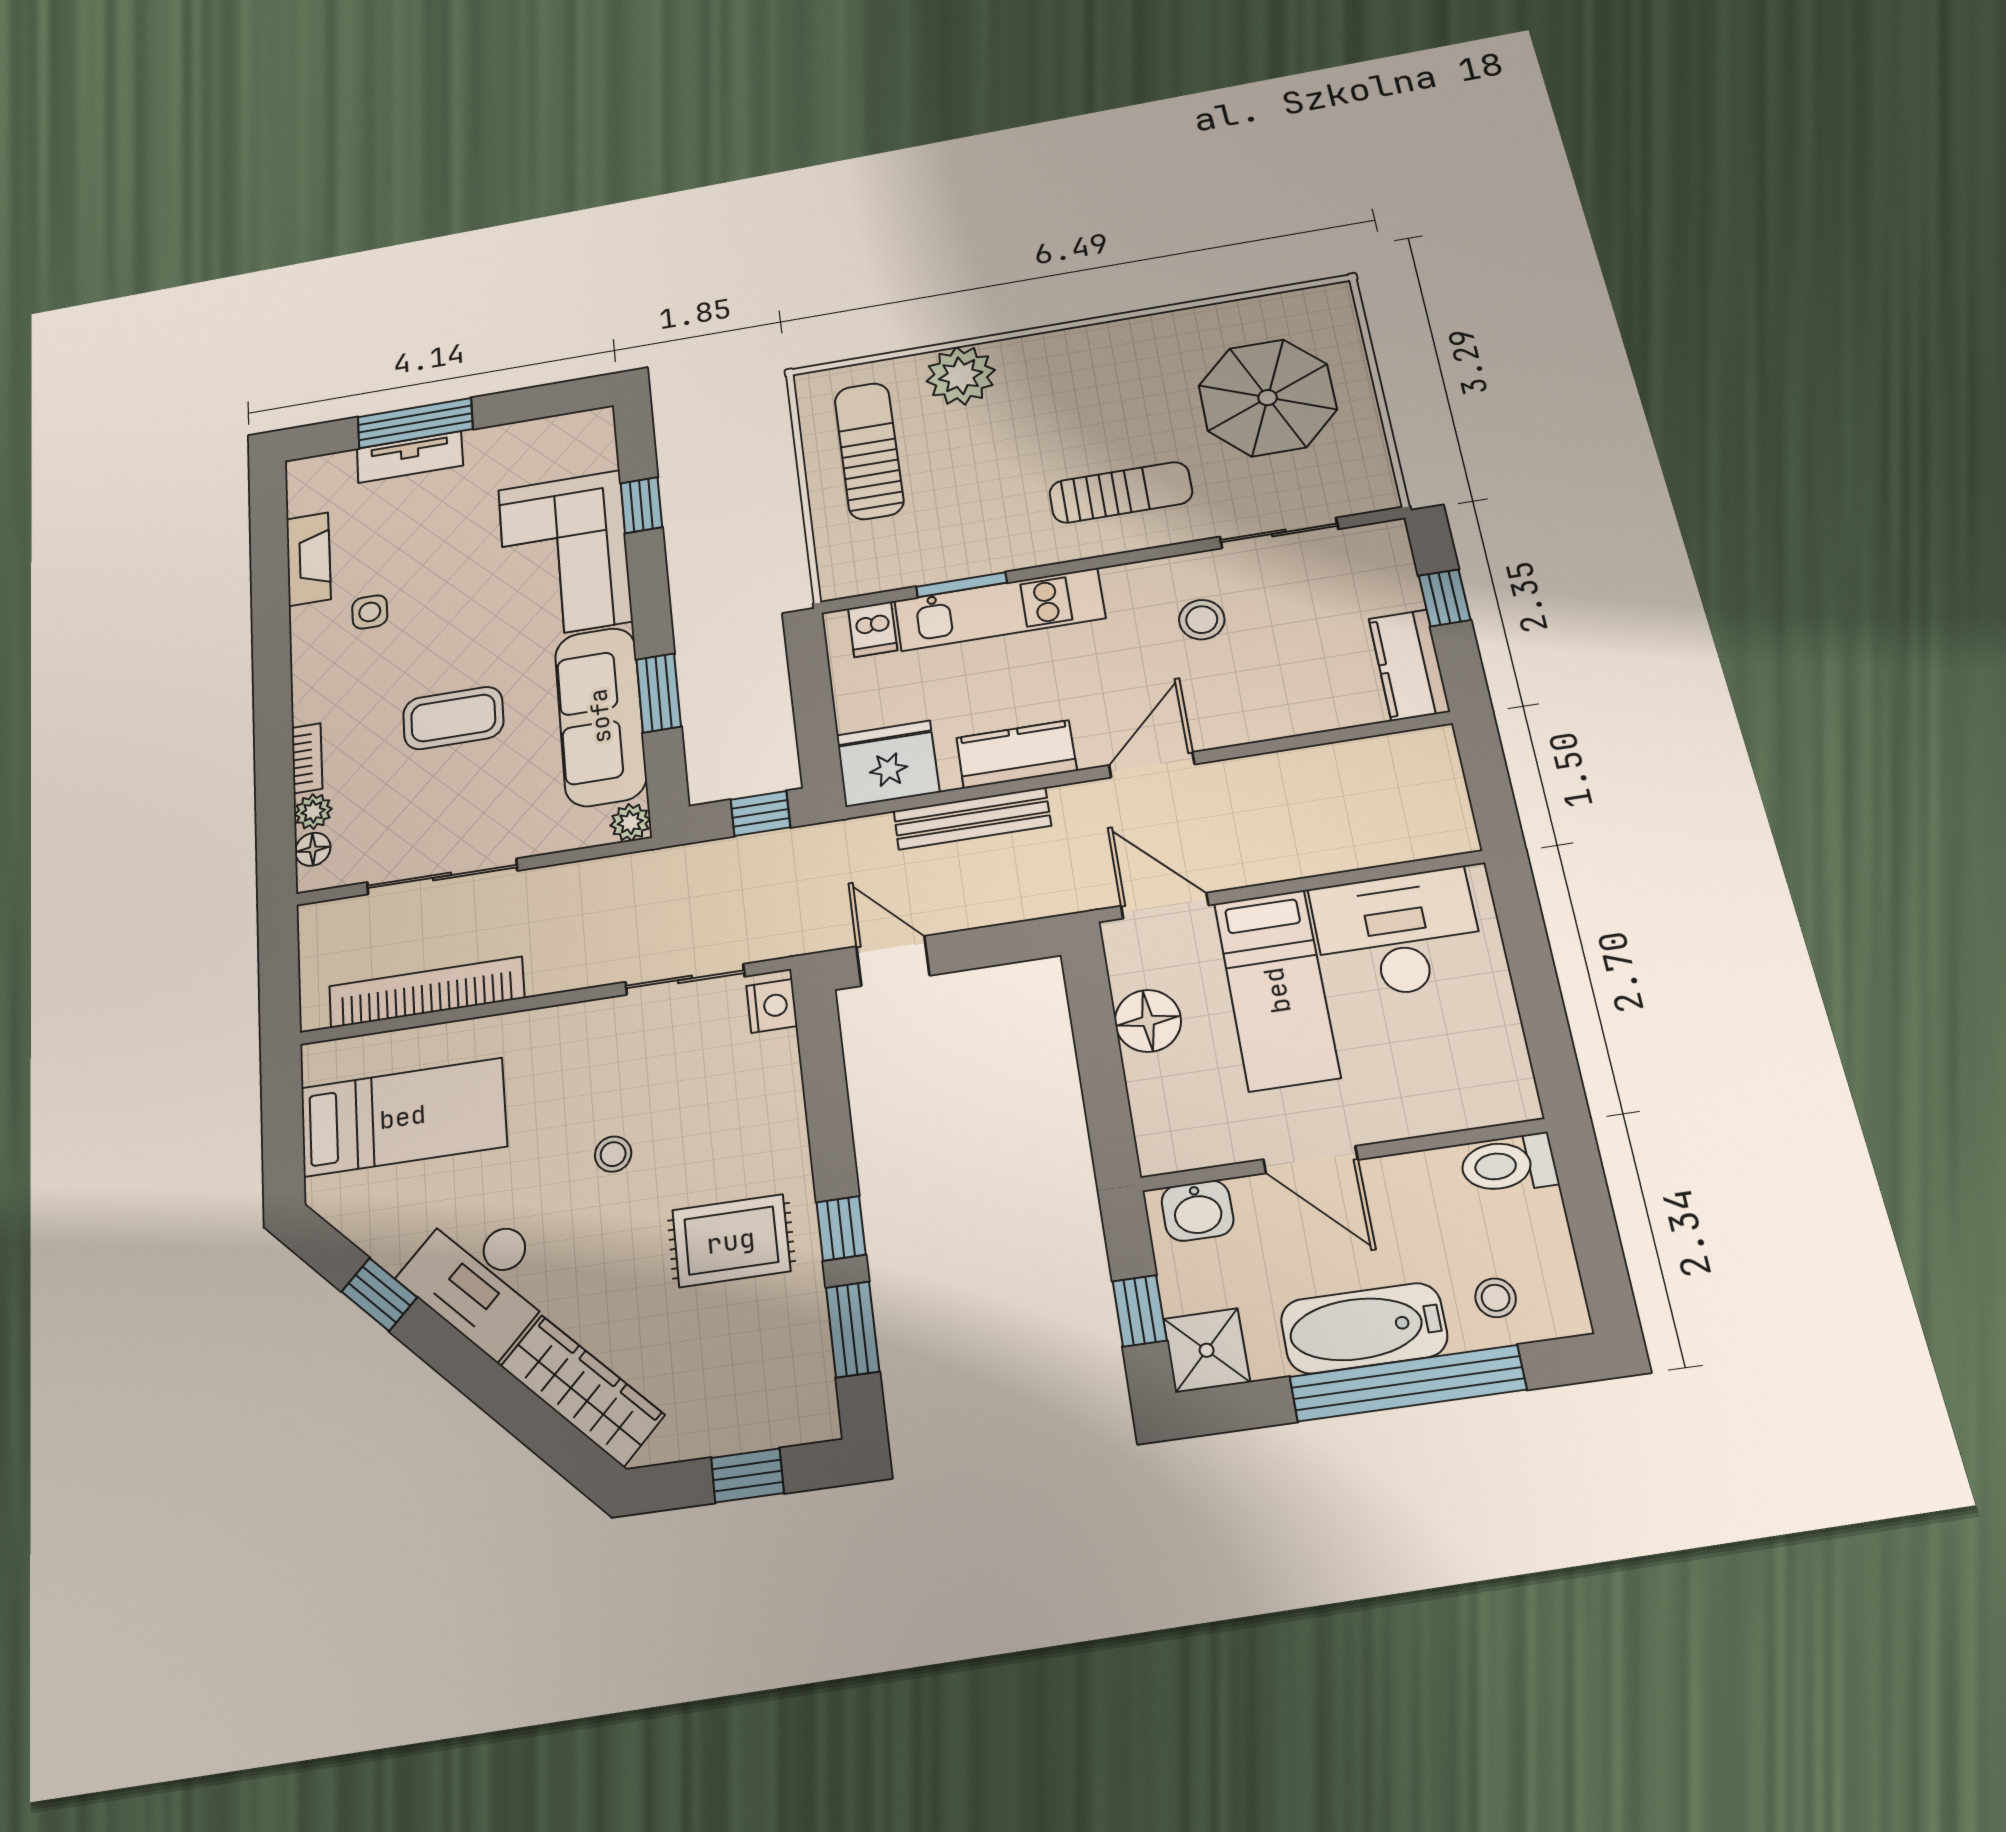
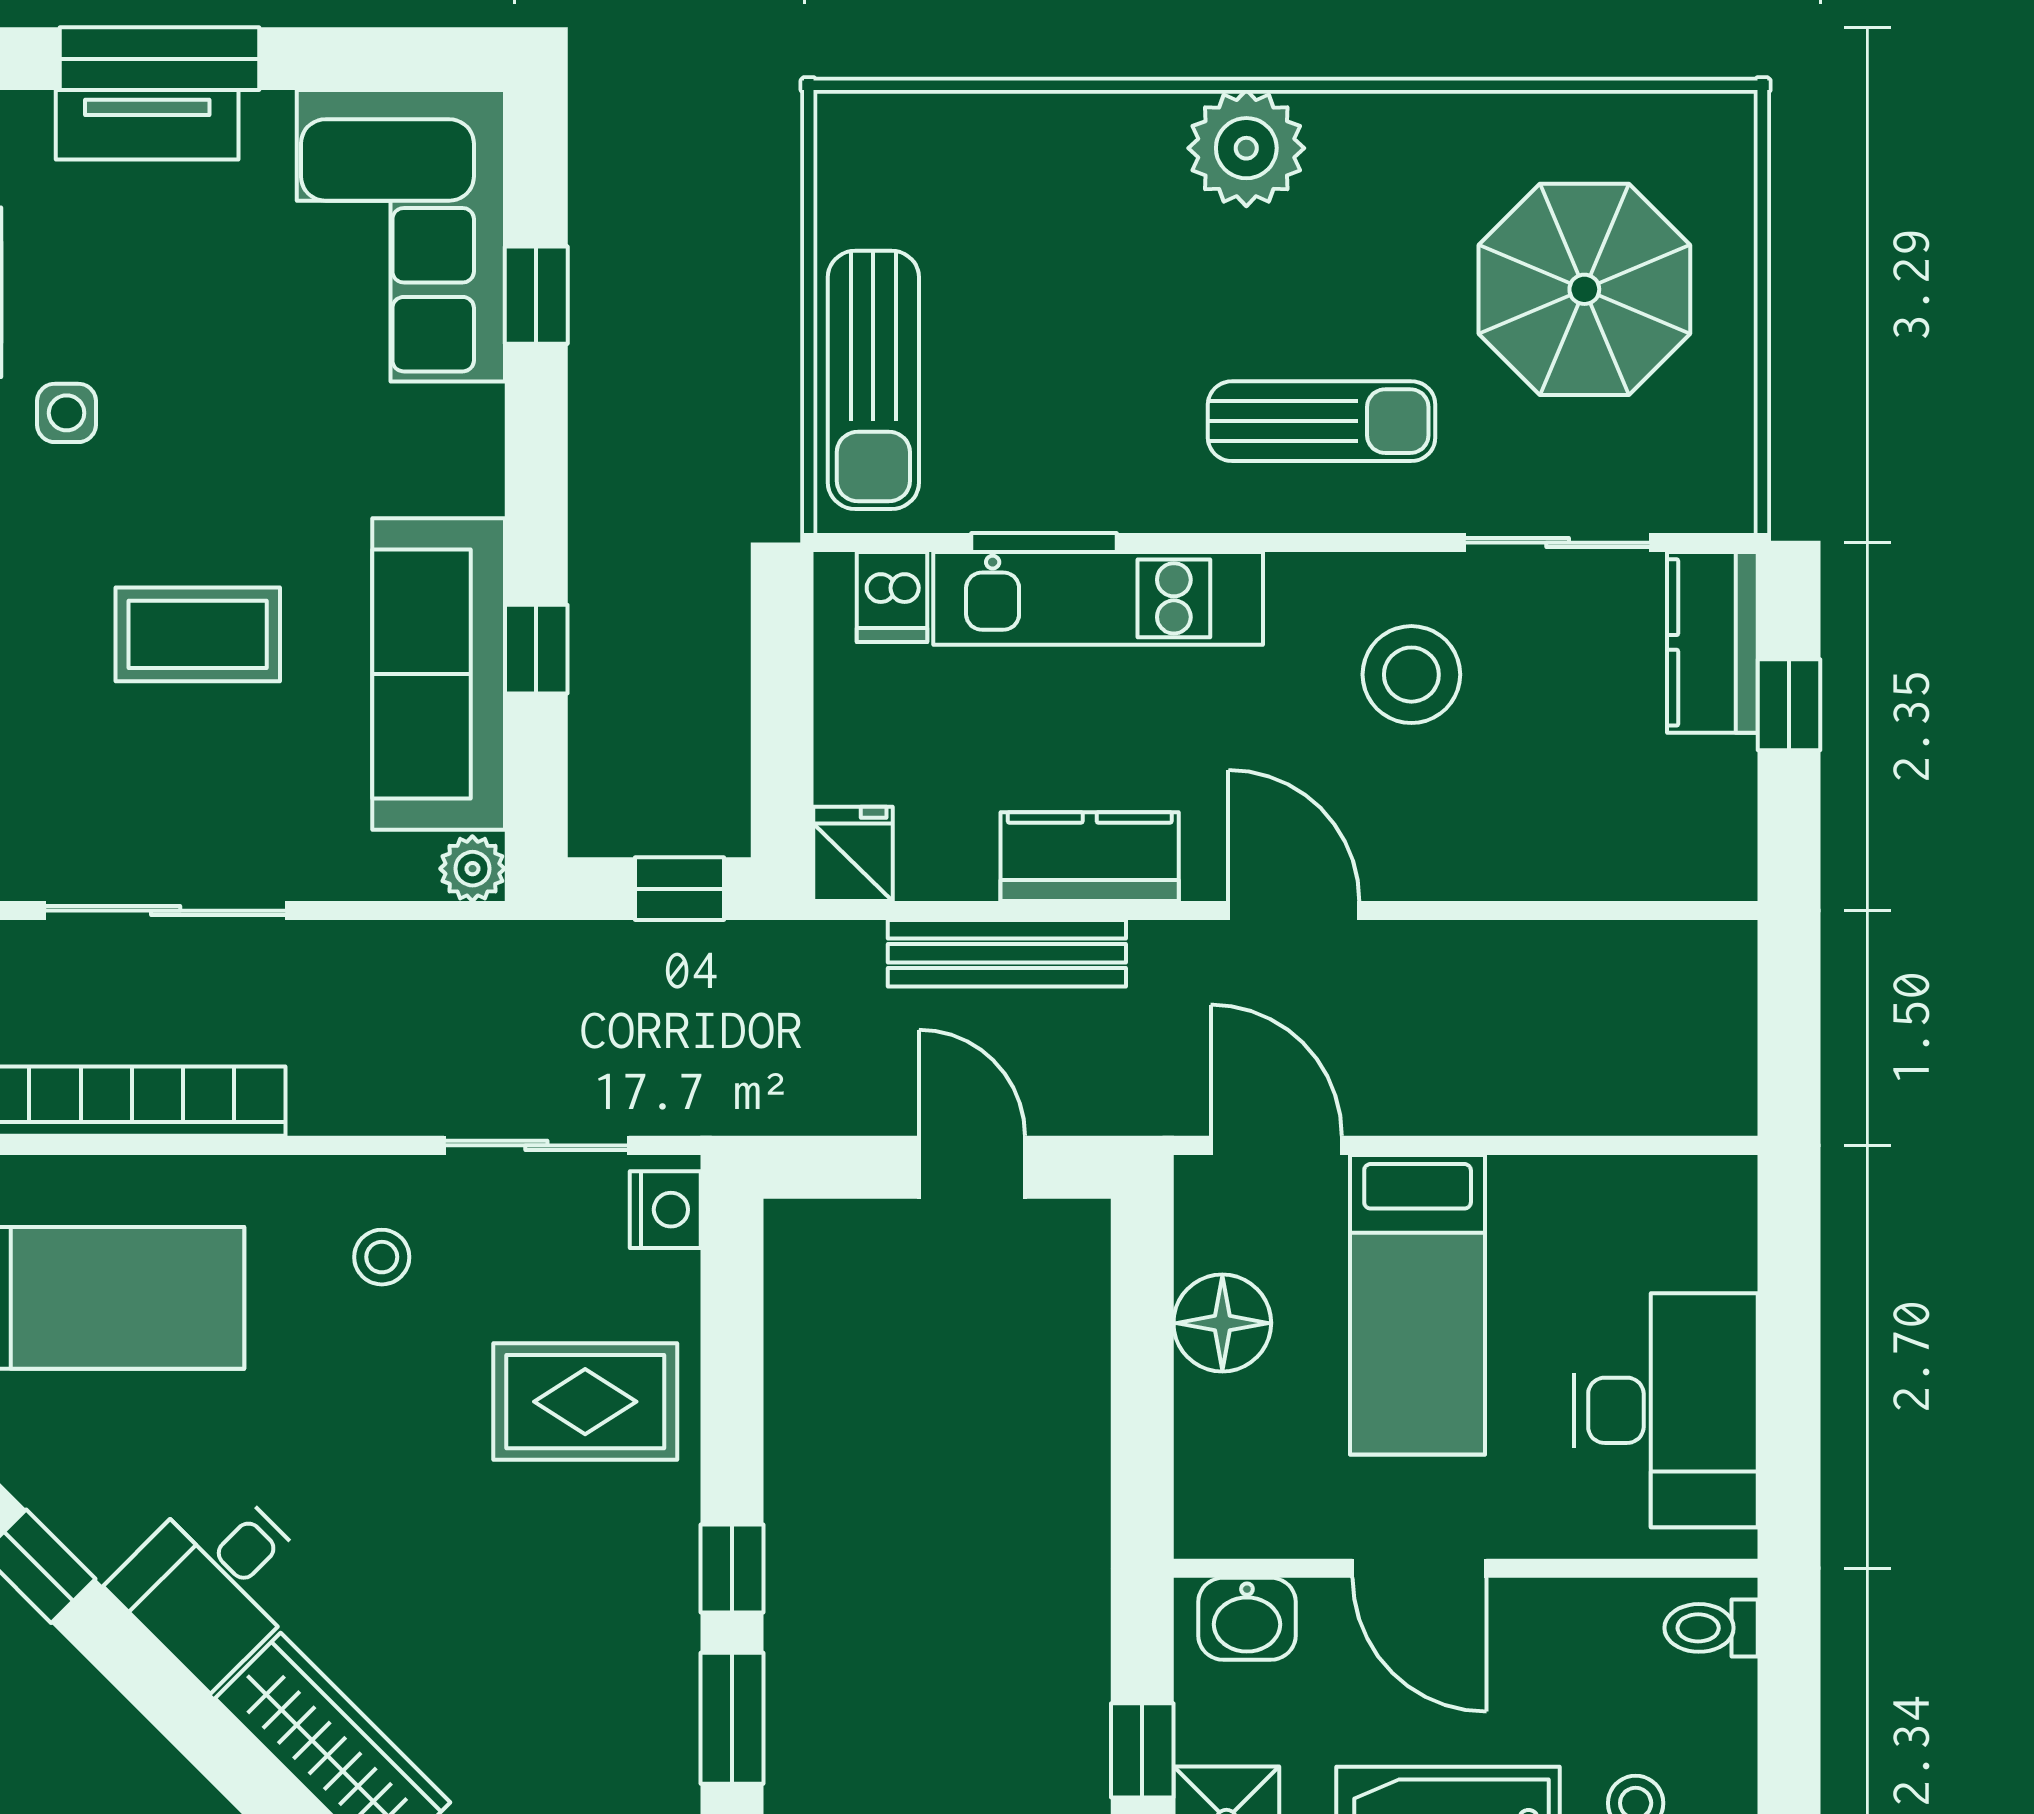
plant: (961, 376) -> (1246, 148), moved
sun lounger: (869, 451) -> (873, 380), moved, turned 180
corner sofa: (565, 555) -> (401, 236), moved
stool: (1202, 620) -> (1411, 675), width x1.38, depth x1.38
kitchen counter: (1409, 665) -> (1712, 642), moved
window: (659, 693) -> (536, 649), width x0.67
fridge: (888, 764) -> (853, 854), width x0.53, depth x0.75
door: (1152, 765) -> (1294, 911), hinge flipped
desk: (1398, 934) -> (1666, 1410), moved, turned 90
door: (893, 961) -> (972, 1167), moved
stool: (613, 1154) -> (382, 1257), moved
toilet: (1508, 1165) -> (1711, 1628), width x0.73, depth x0.72
rug: (731, 1241) -> (585, 1402), moved
desk: (482, 1277) -> (215, 1582), width x0.73

